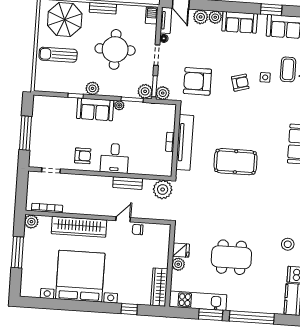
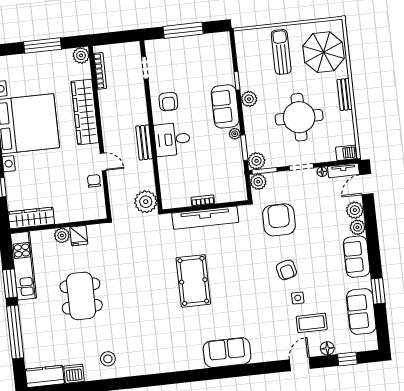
bench: (128, 183) -> (144, 142), moved

